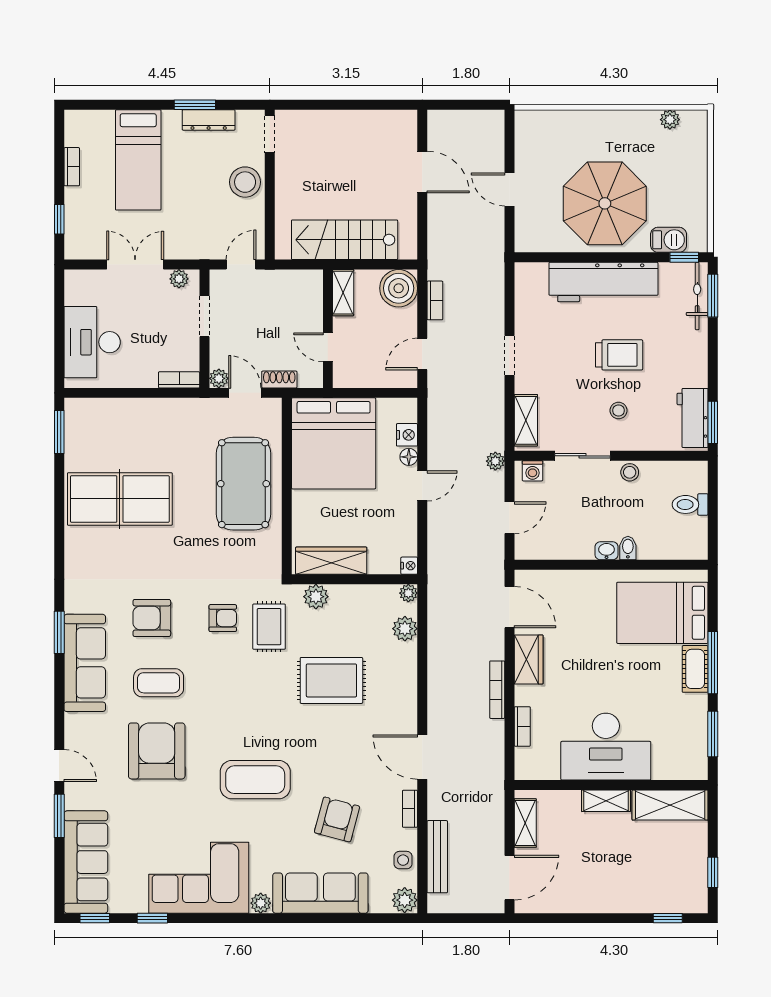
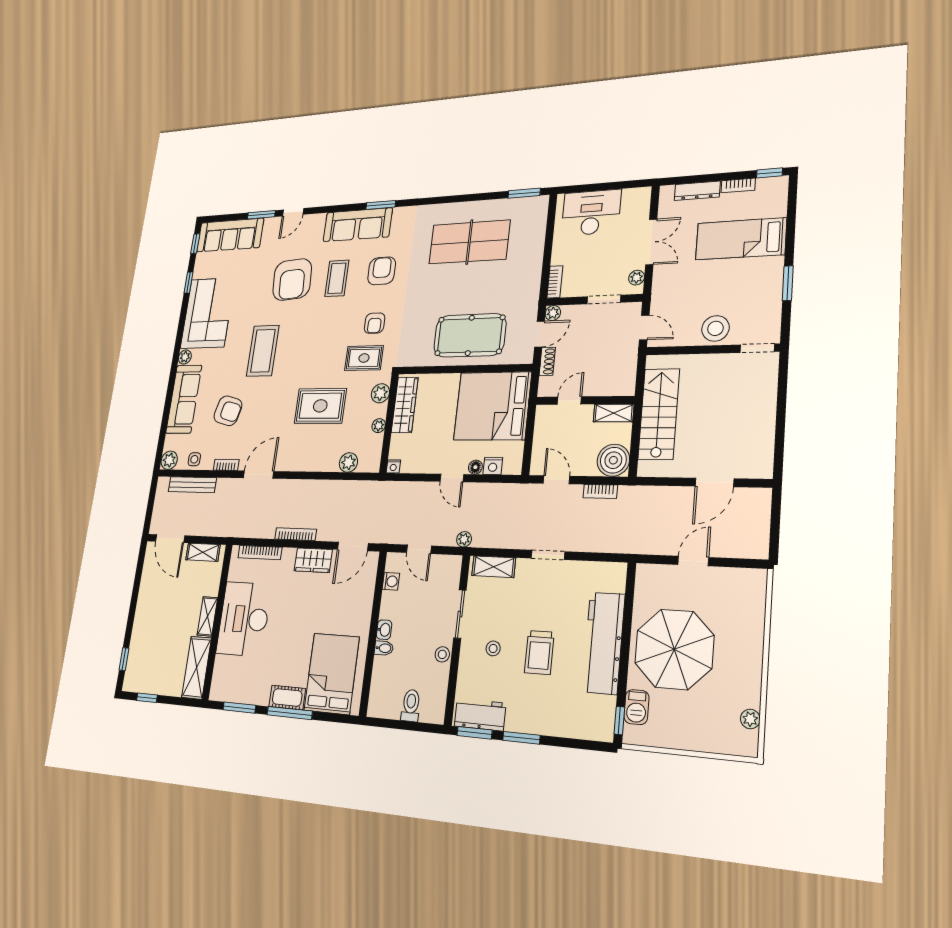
dresser: (209, 120) -> (697, 191), moved, turned -90
window: (59, 219) -> (770, 173), moved
bicycle: (697, 296) -> (584, 729), removed
window: (713, 296) -> (521, 738), moved
washing machine: (532, 471) -> (391, 581), moved, turned 180
table tennis table: (120, 499) -> (469, 242), turned 90
plant: (408, 593) -> (379, 426), moved
rug: (331, 680) -> (320, 406), turned 90
bookcase: (522, 726) -> (260, 553), width x1.56
armchair: (157, 751) -> (292, 279), turned 86

